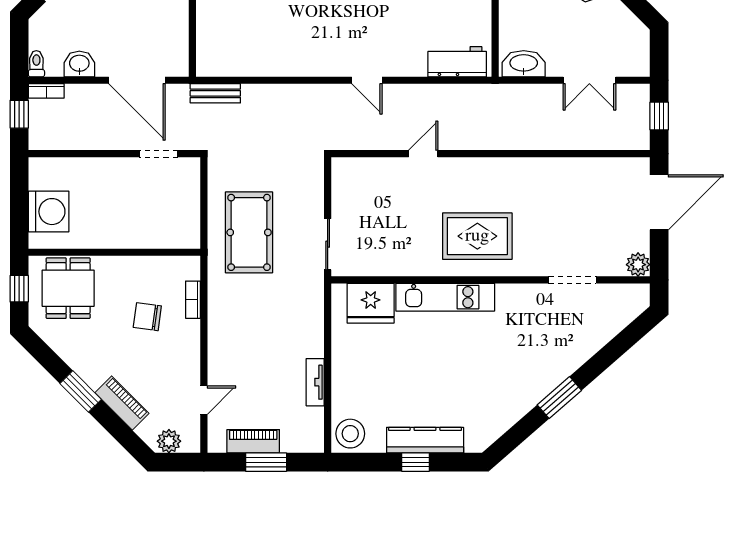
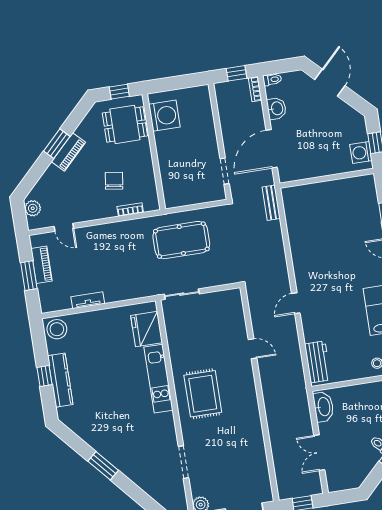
washing machine: (49, 212) -> (164, 116), moved, turned -90
piano: (122, 403) -> (68, 152), moved

